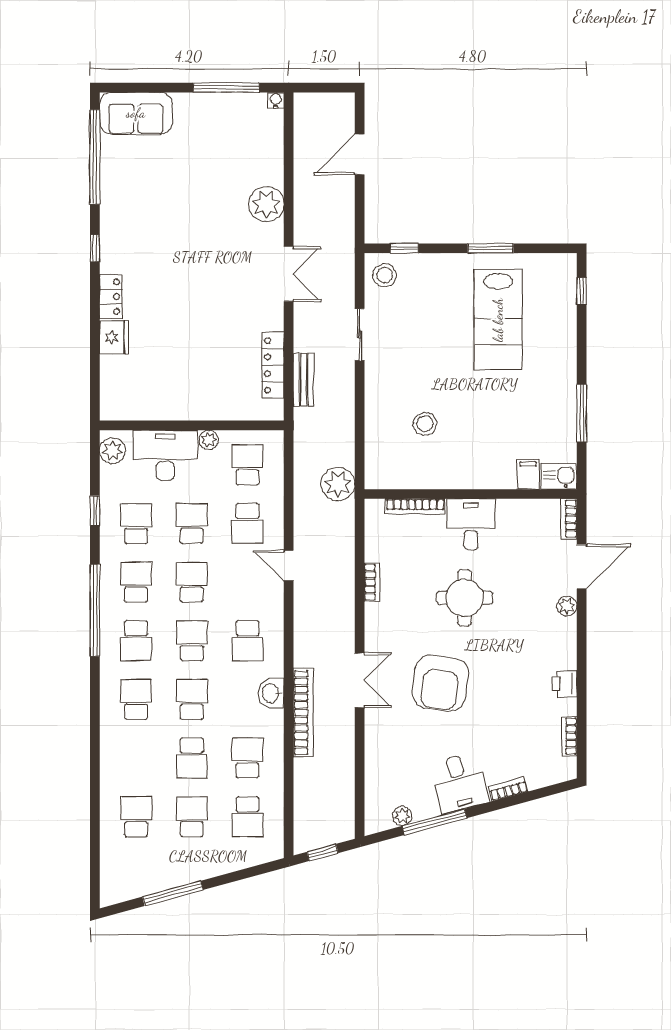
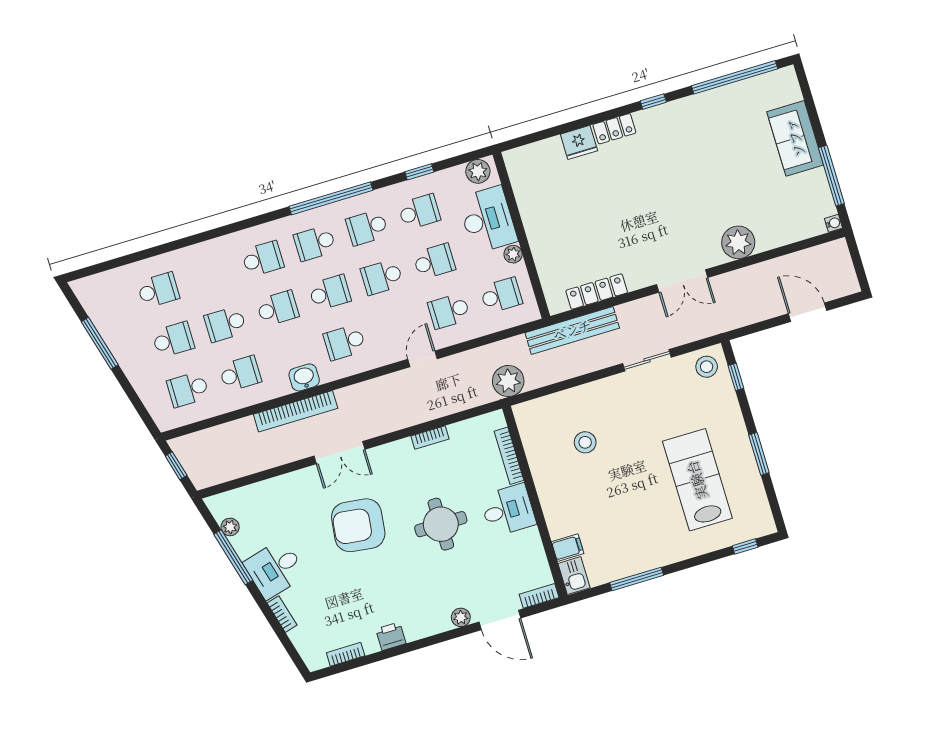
sofa: (136, 113) -> (795, 138), moved
lab bench: (498, 320) -> (697, 480), turned 90
bench: (304, 380) -> (572, 330), width x1.86, depth x1.21
school desk: (136, 582) -> (367, 227), turned 180
school desk: (192, 582) -> (382, 277), turned 180

